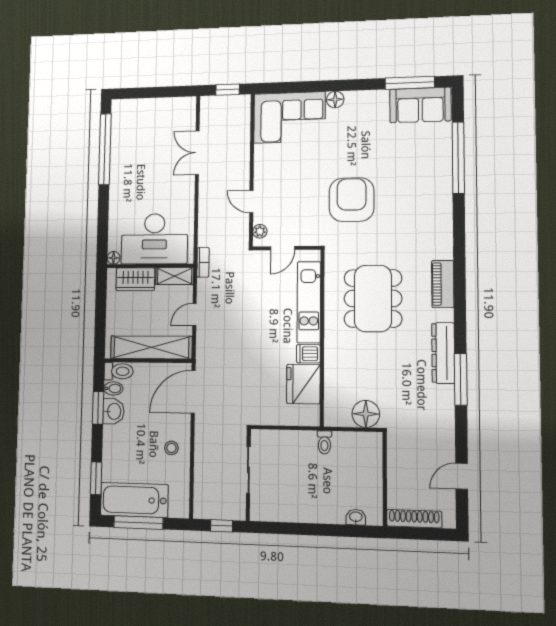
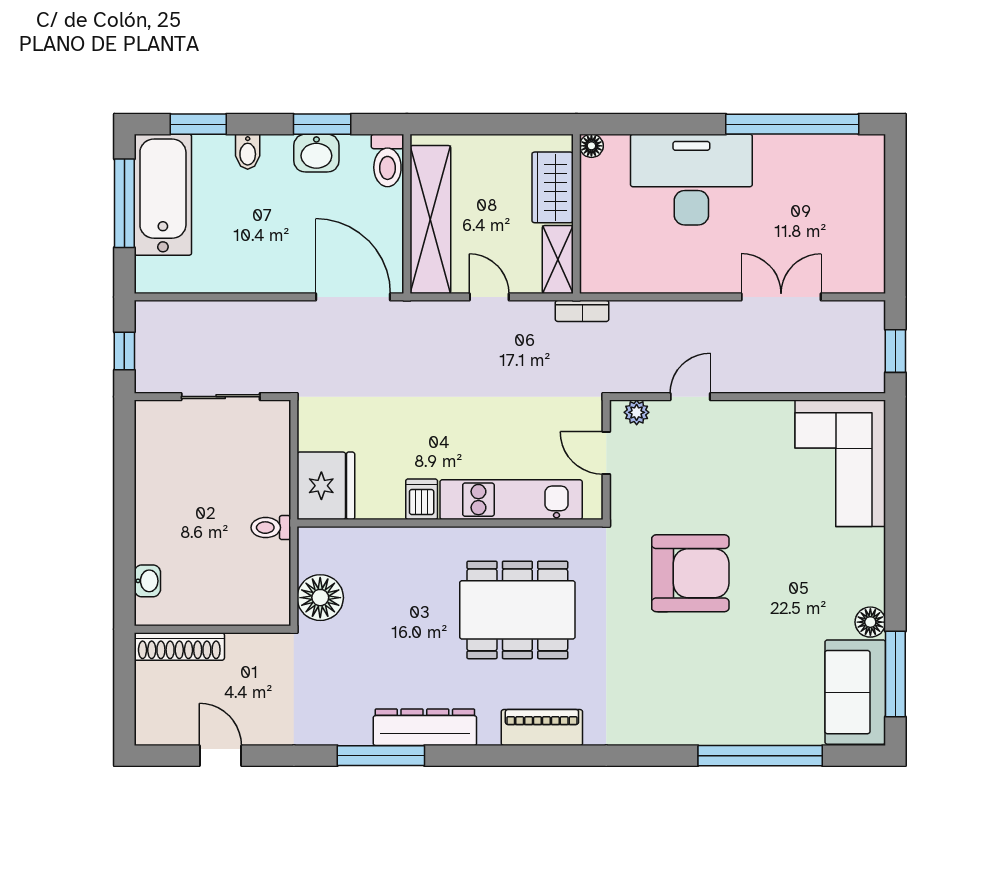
floor lamp: (335, 99) -> (870, 622), moved
desk: (154, 239) -> (691, 180), moved, turned 90
fridge: (303, 384) -> (326, 486), moved, turned 90
bidet: (113, 388) -> (248, 152), moved
stool: (171, 448) -> (255, 260), removed
shoe rack: (414, 519) -> (179, 646), moved, turned 90

